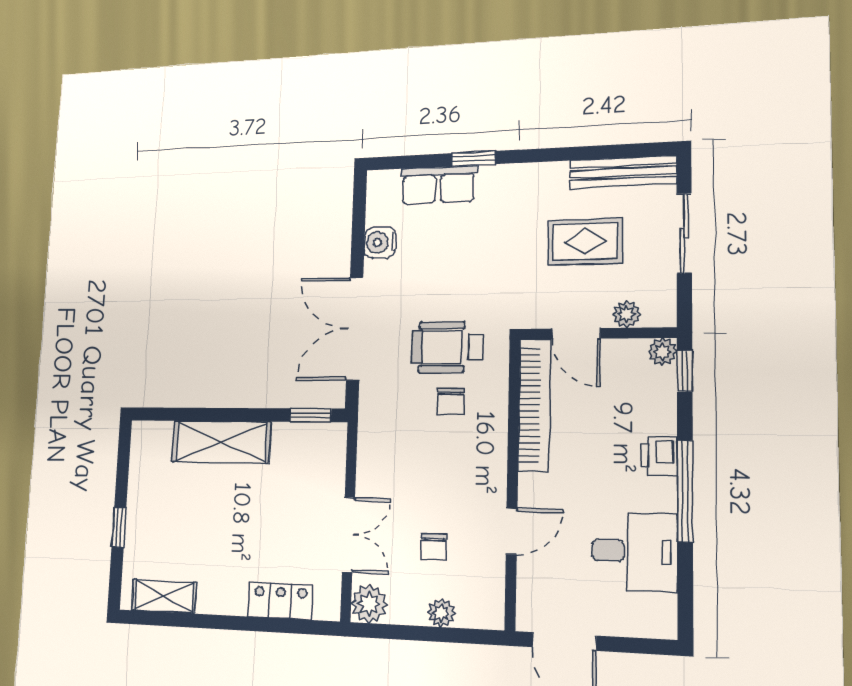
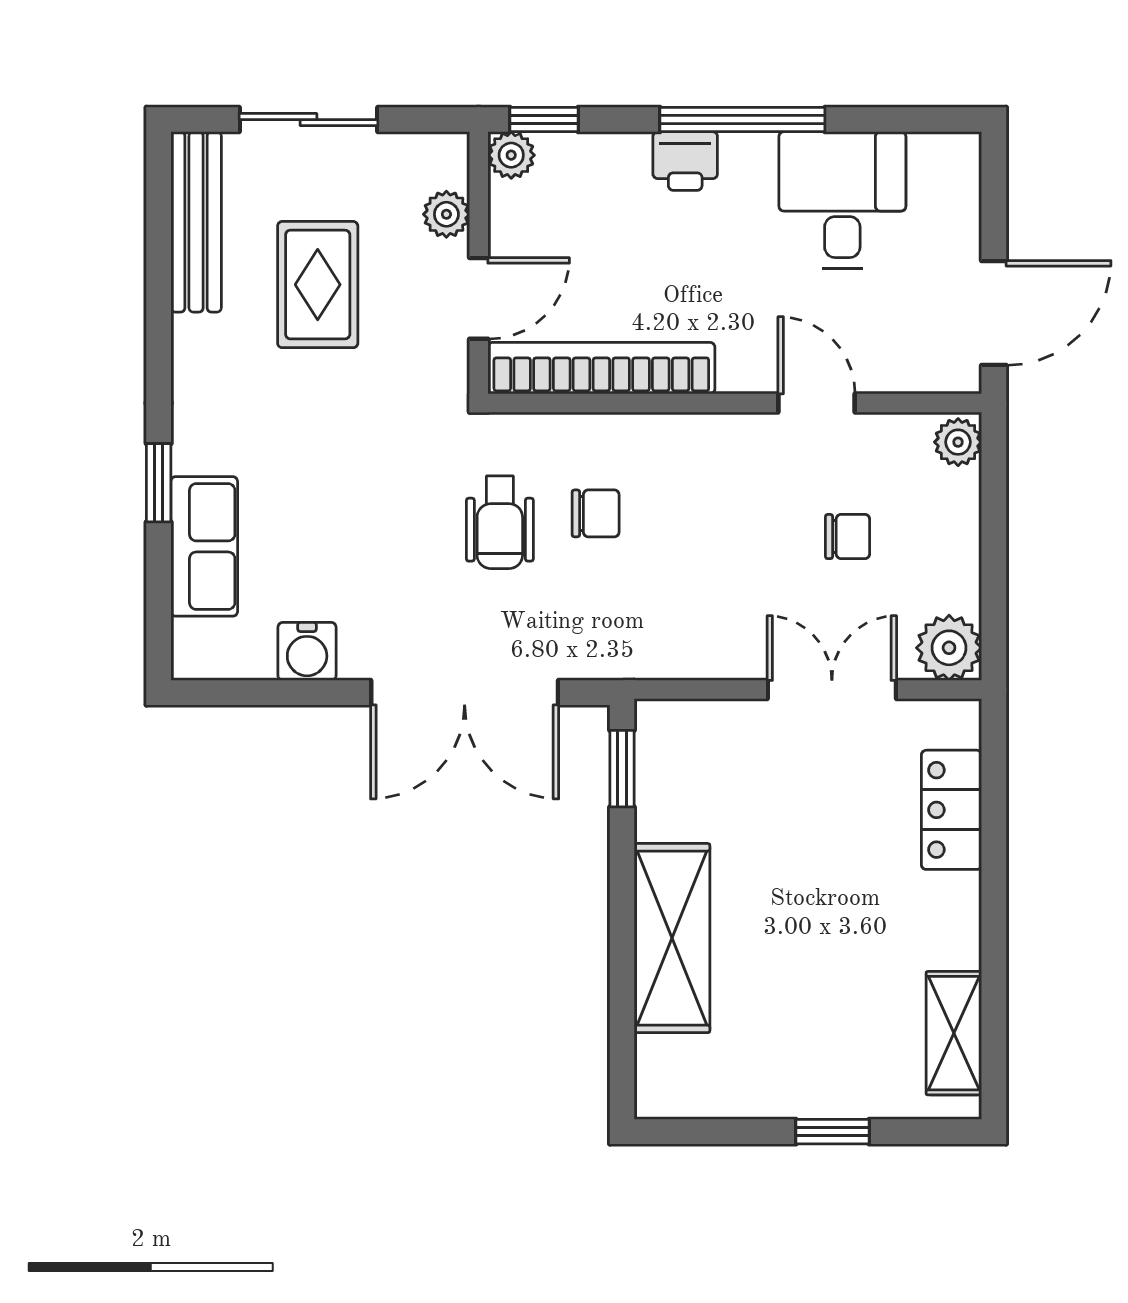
wheelchair: (447, 347) -> (500, 522), width x0.73, depth x0.73
plant: (441, 613) -> (958, 442), moved

